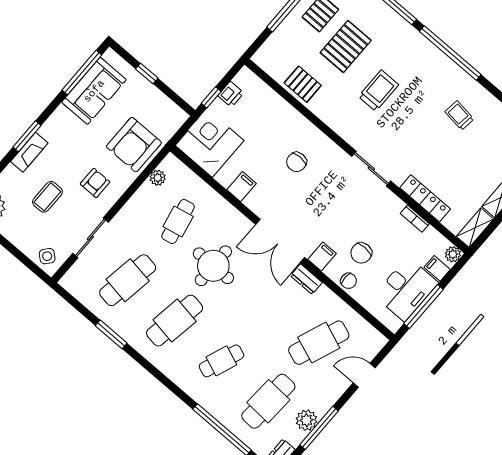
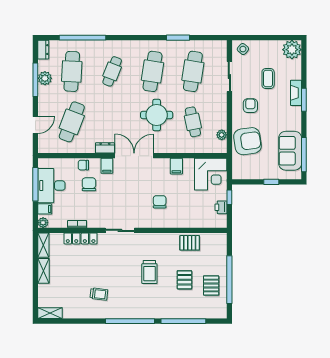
pallet: (346, 46) -> (184, 280), width x0.67, depth x0.71
armchair: (134, 145) -> (248, 141), turned 82
armchair: (95, 183) -> (250, 106), turned 180

